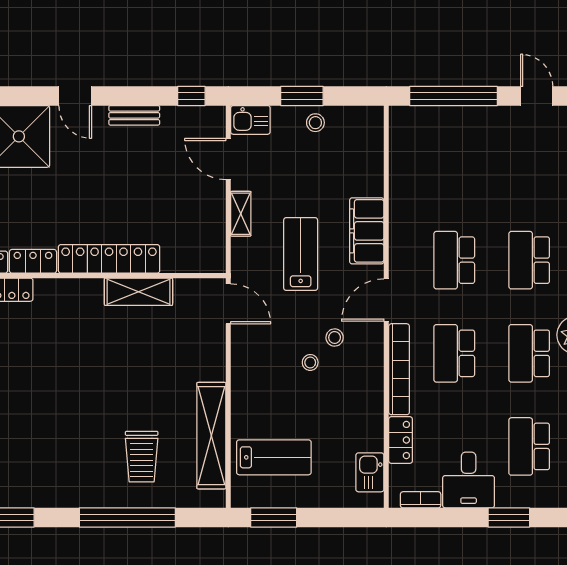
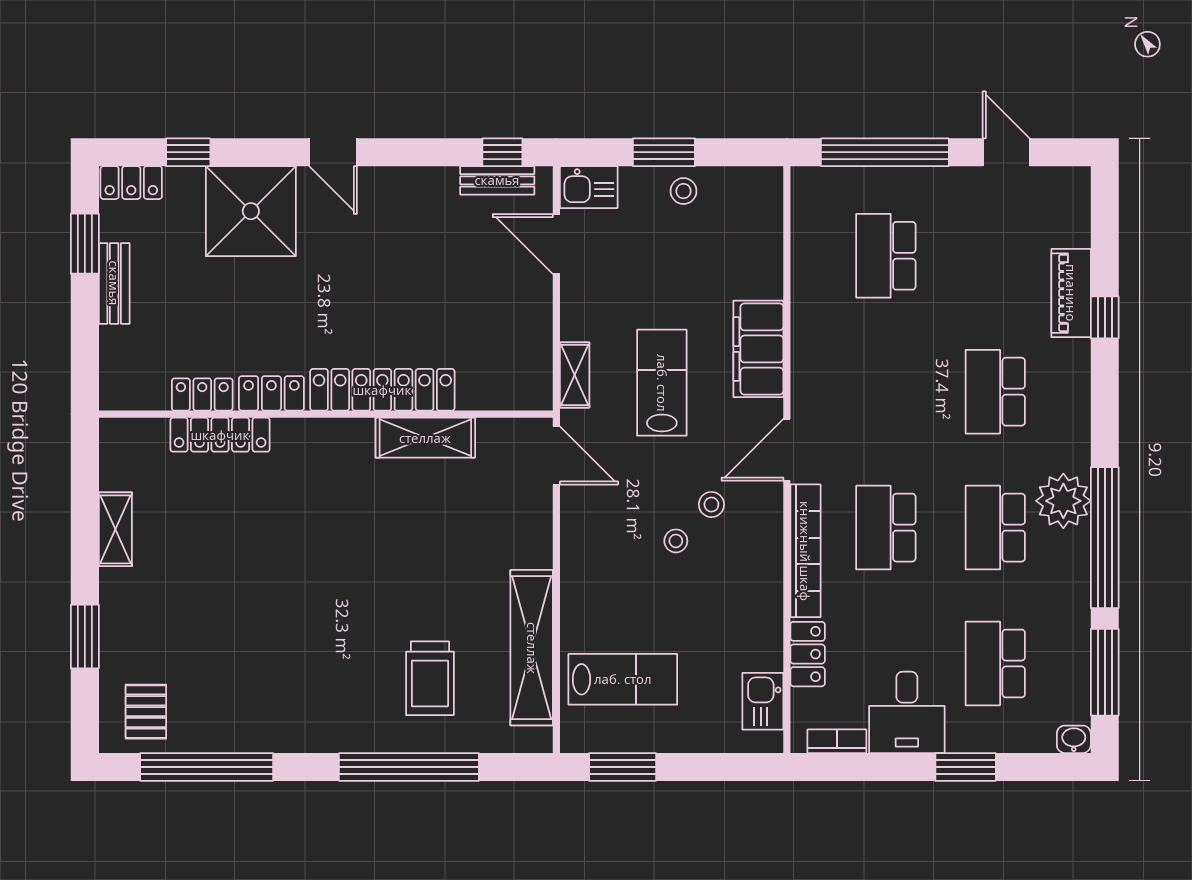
bench: (134, 115) -> (497, 180), moved
shelving: (241, 214) -> (575, 375), moved
school desk: (454, 260) -> (886, 256), moved

